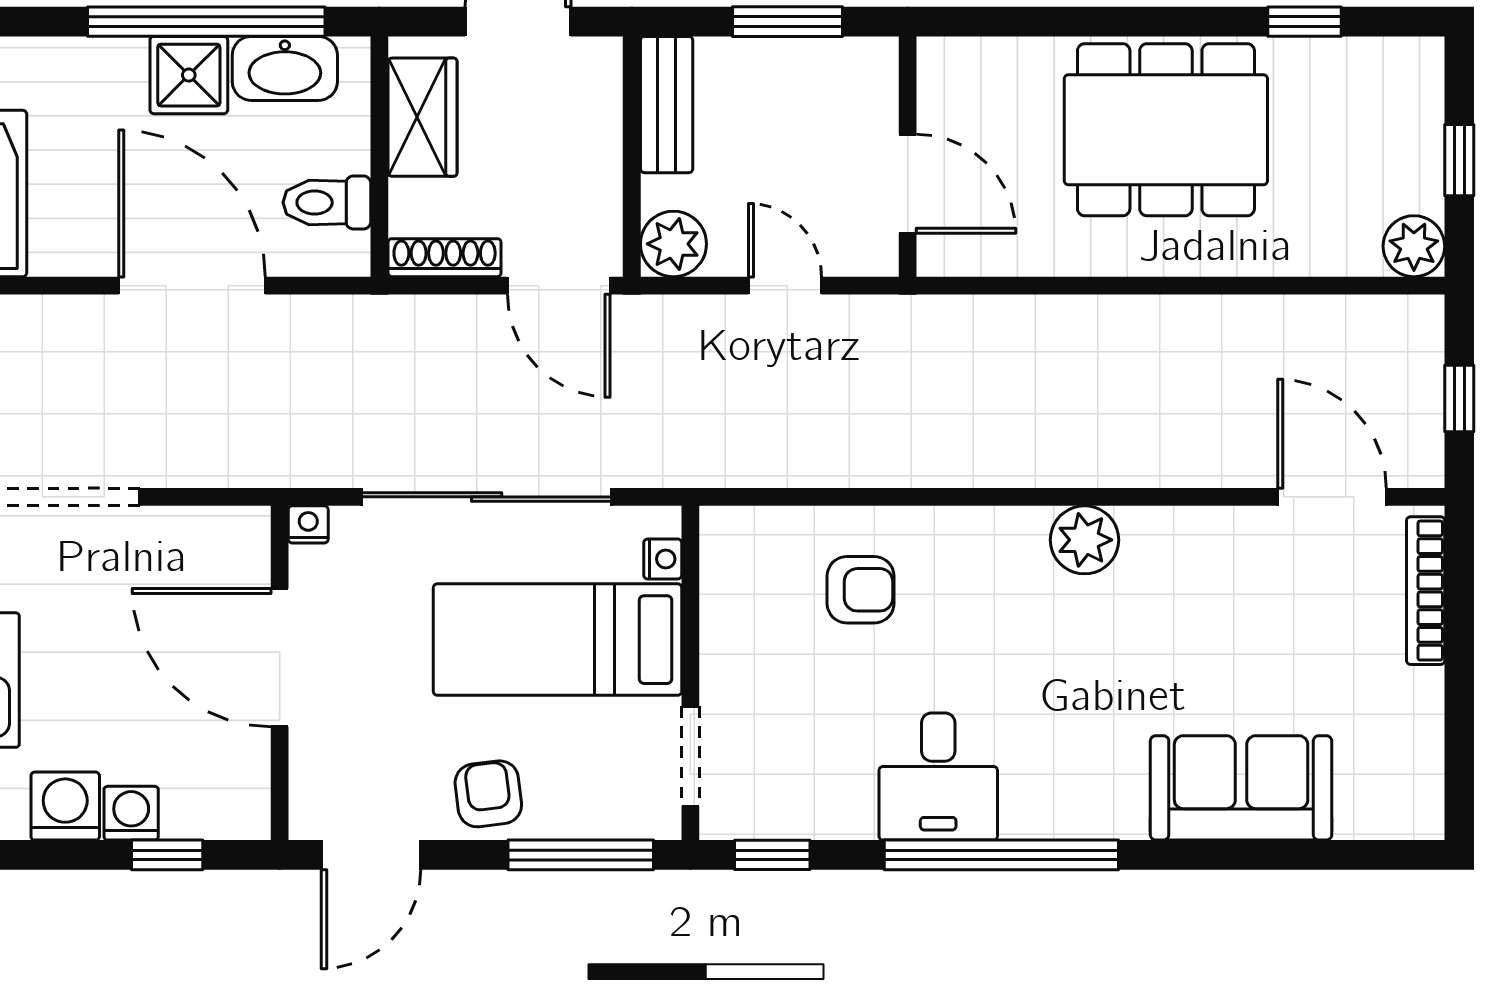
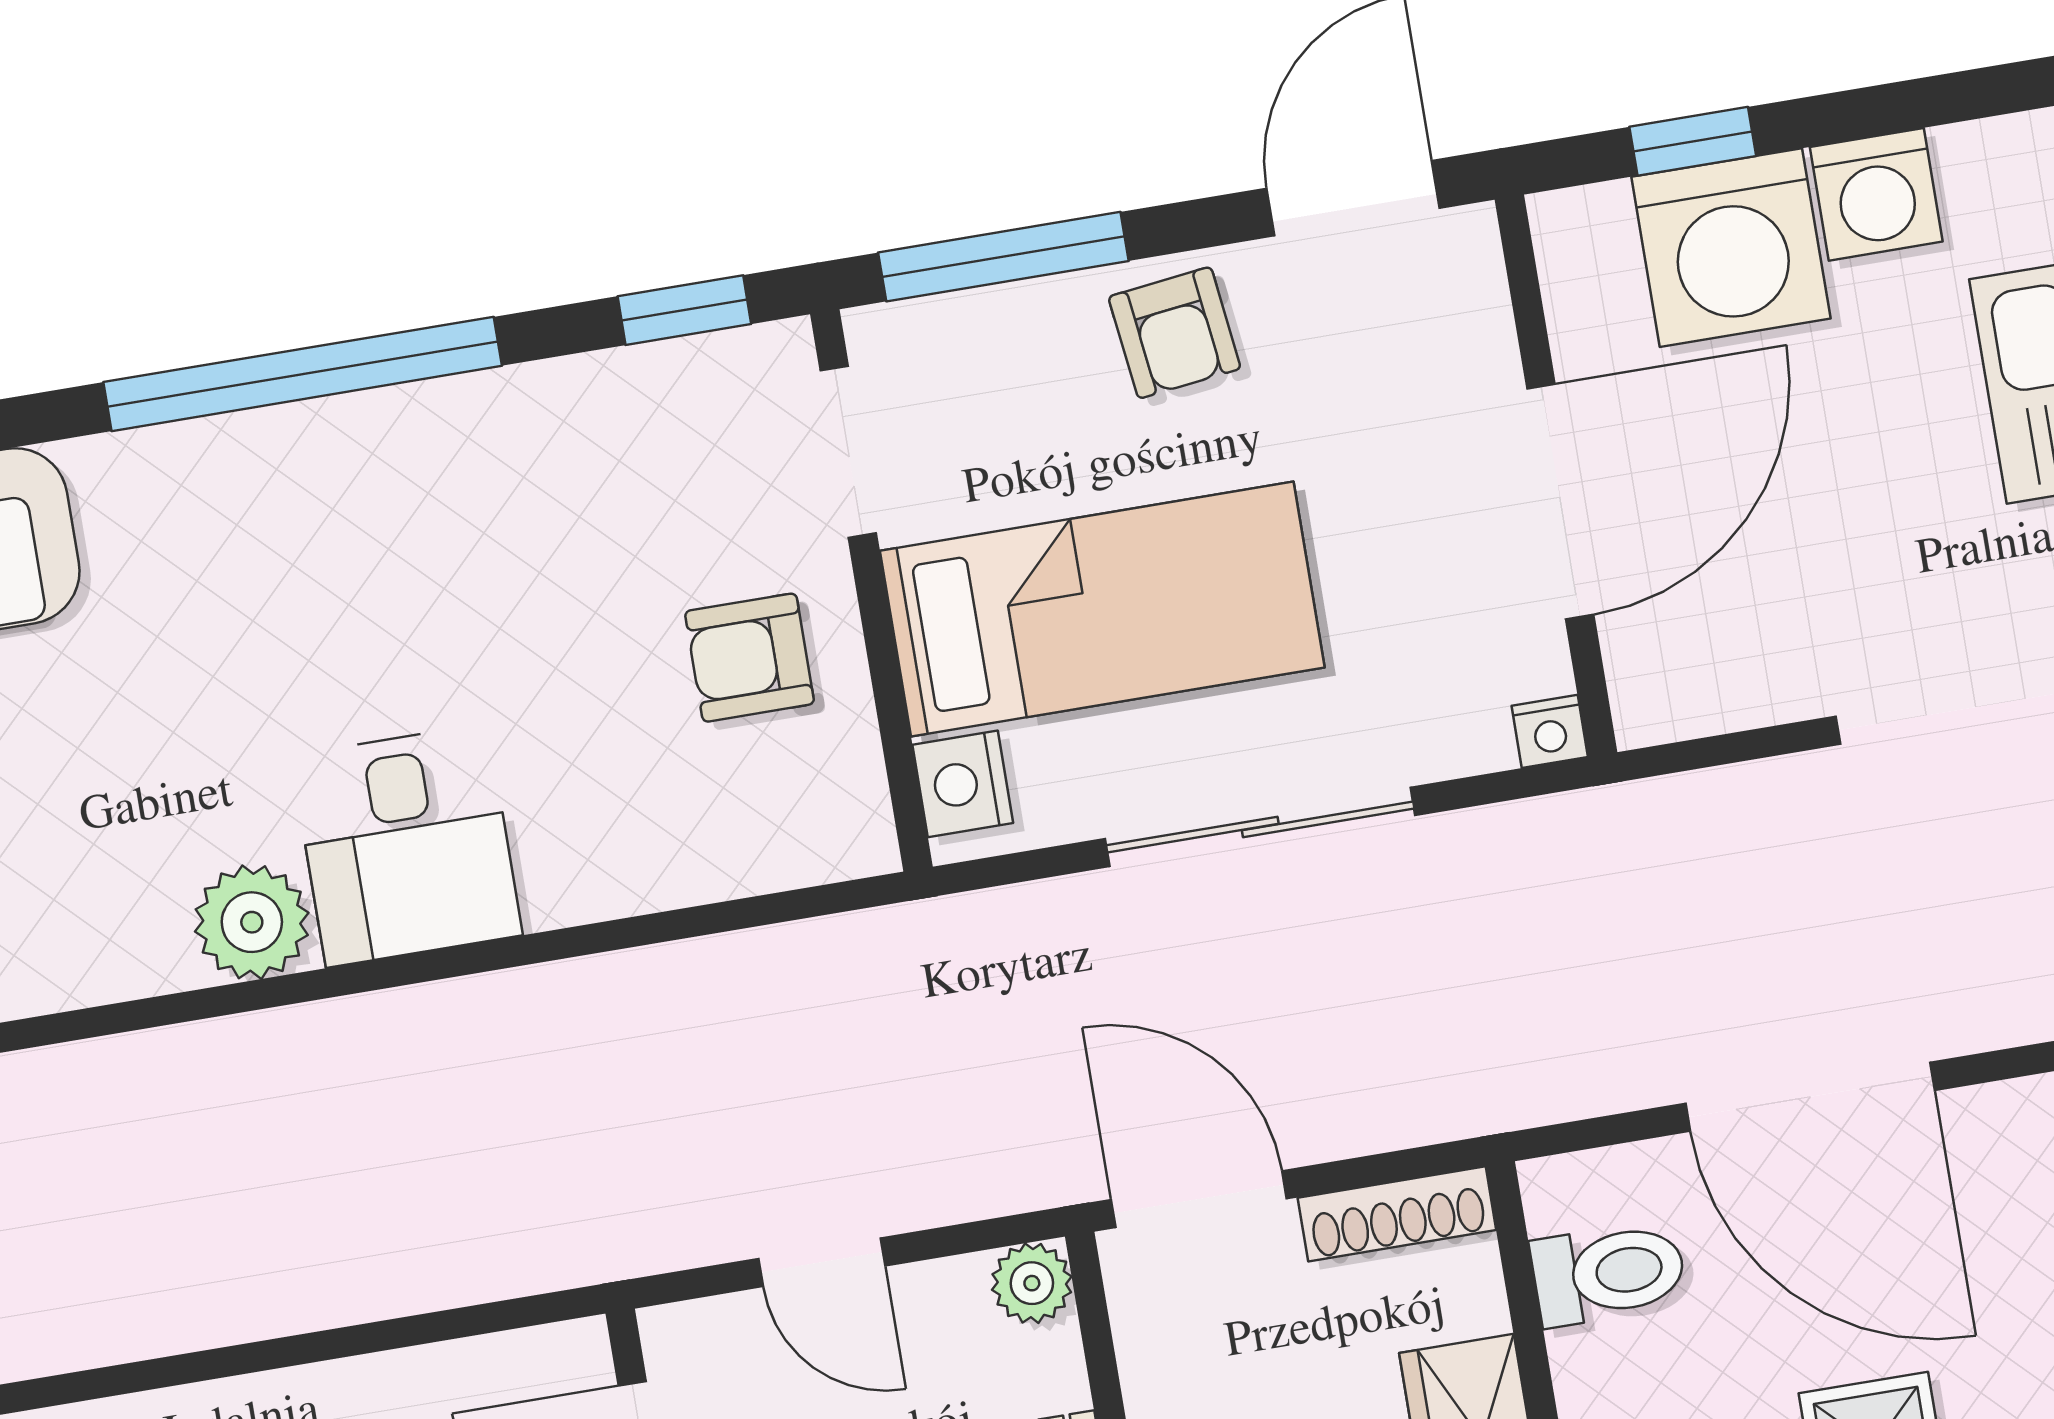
plant: (673, 244) -> (1032, 1283), width x0.73, depth x0.73
sliding door: (487, 497) -> (1260, 827), width x0.73
nightstand: (663, 559) -> (963, 784), width x1.39, depth x1.35
armchair: (861, 590) -> (750, 658), moved
door: (280, 658) -> (1560, 502), hinge flipped
desk: (938, 777) -> (407, 846), moved, turned 180
washing machine: (131, 813) -> (1731, 248), width x1.89, depth x1.89

